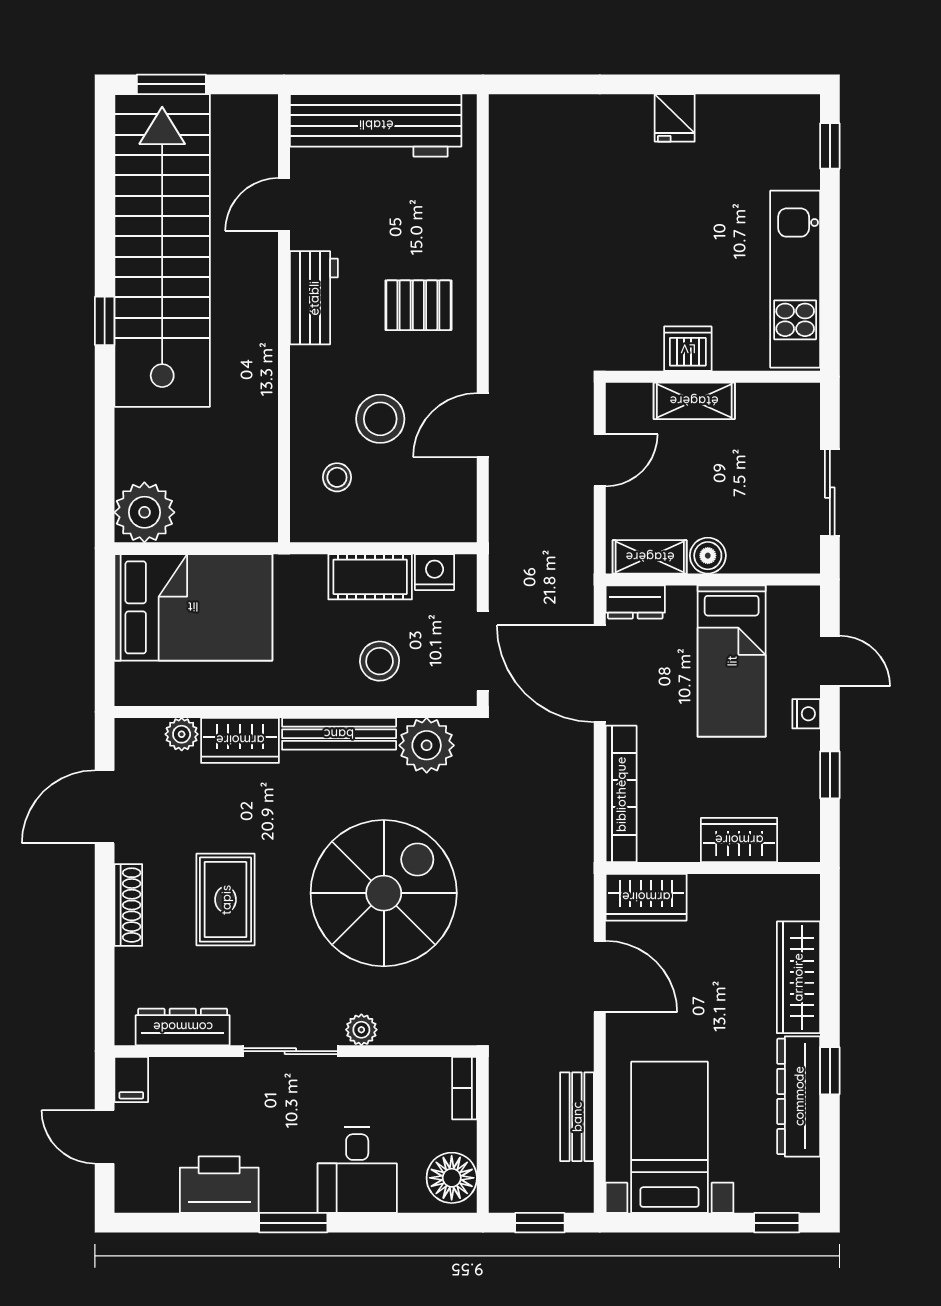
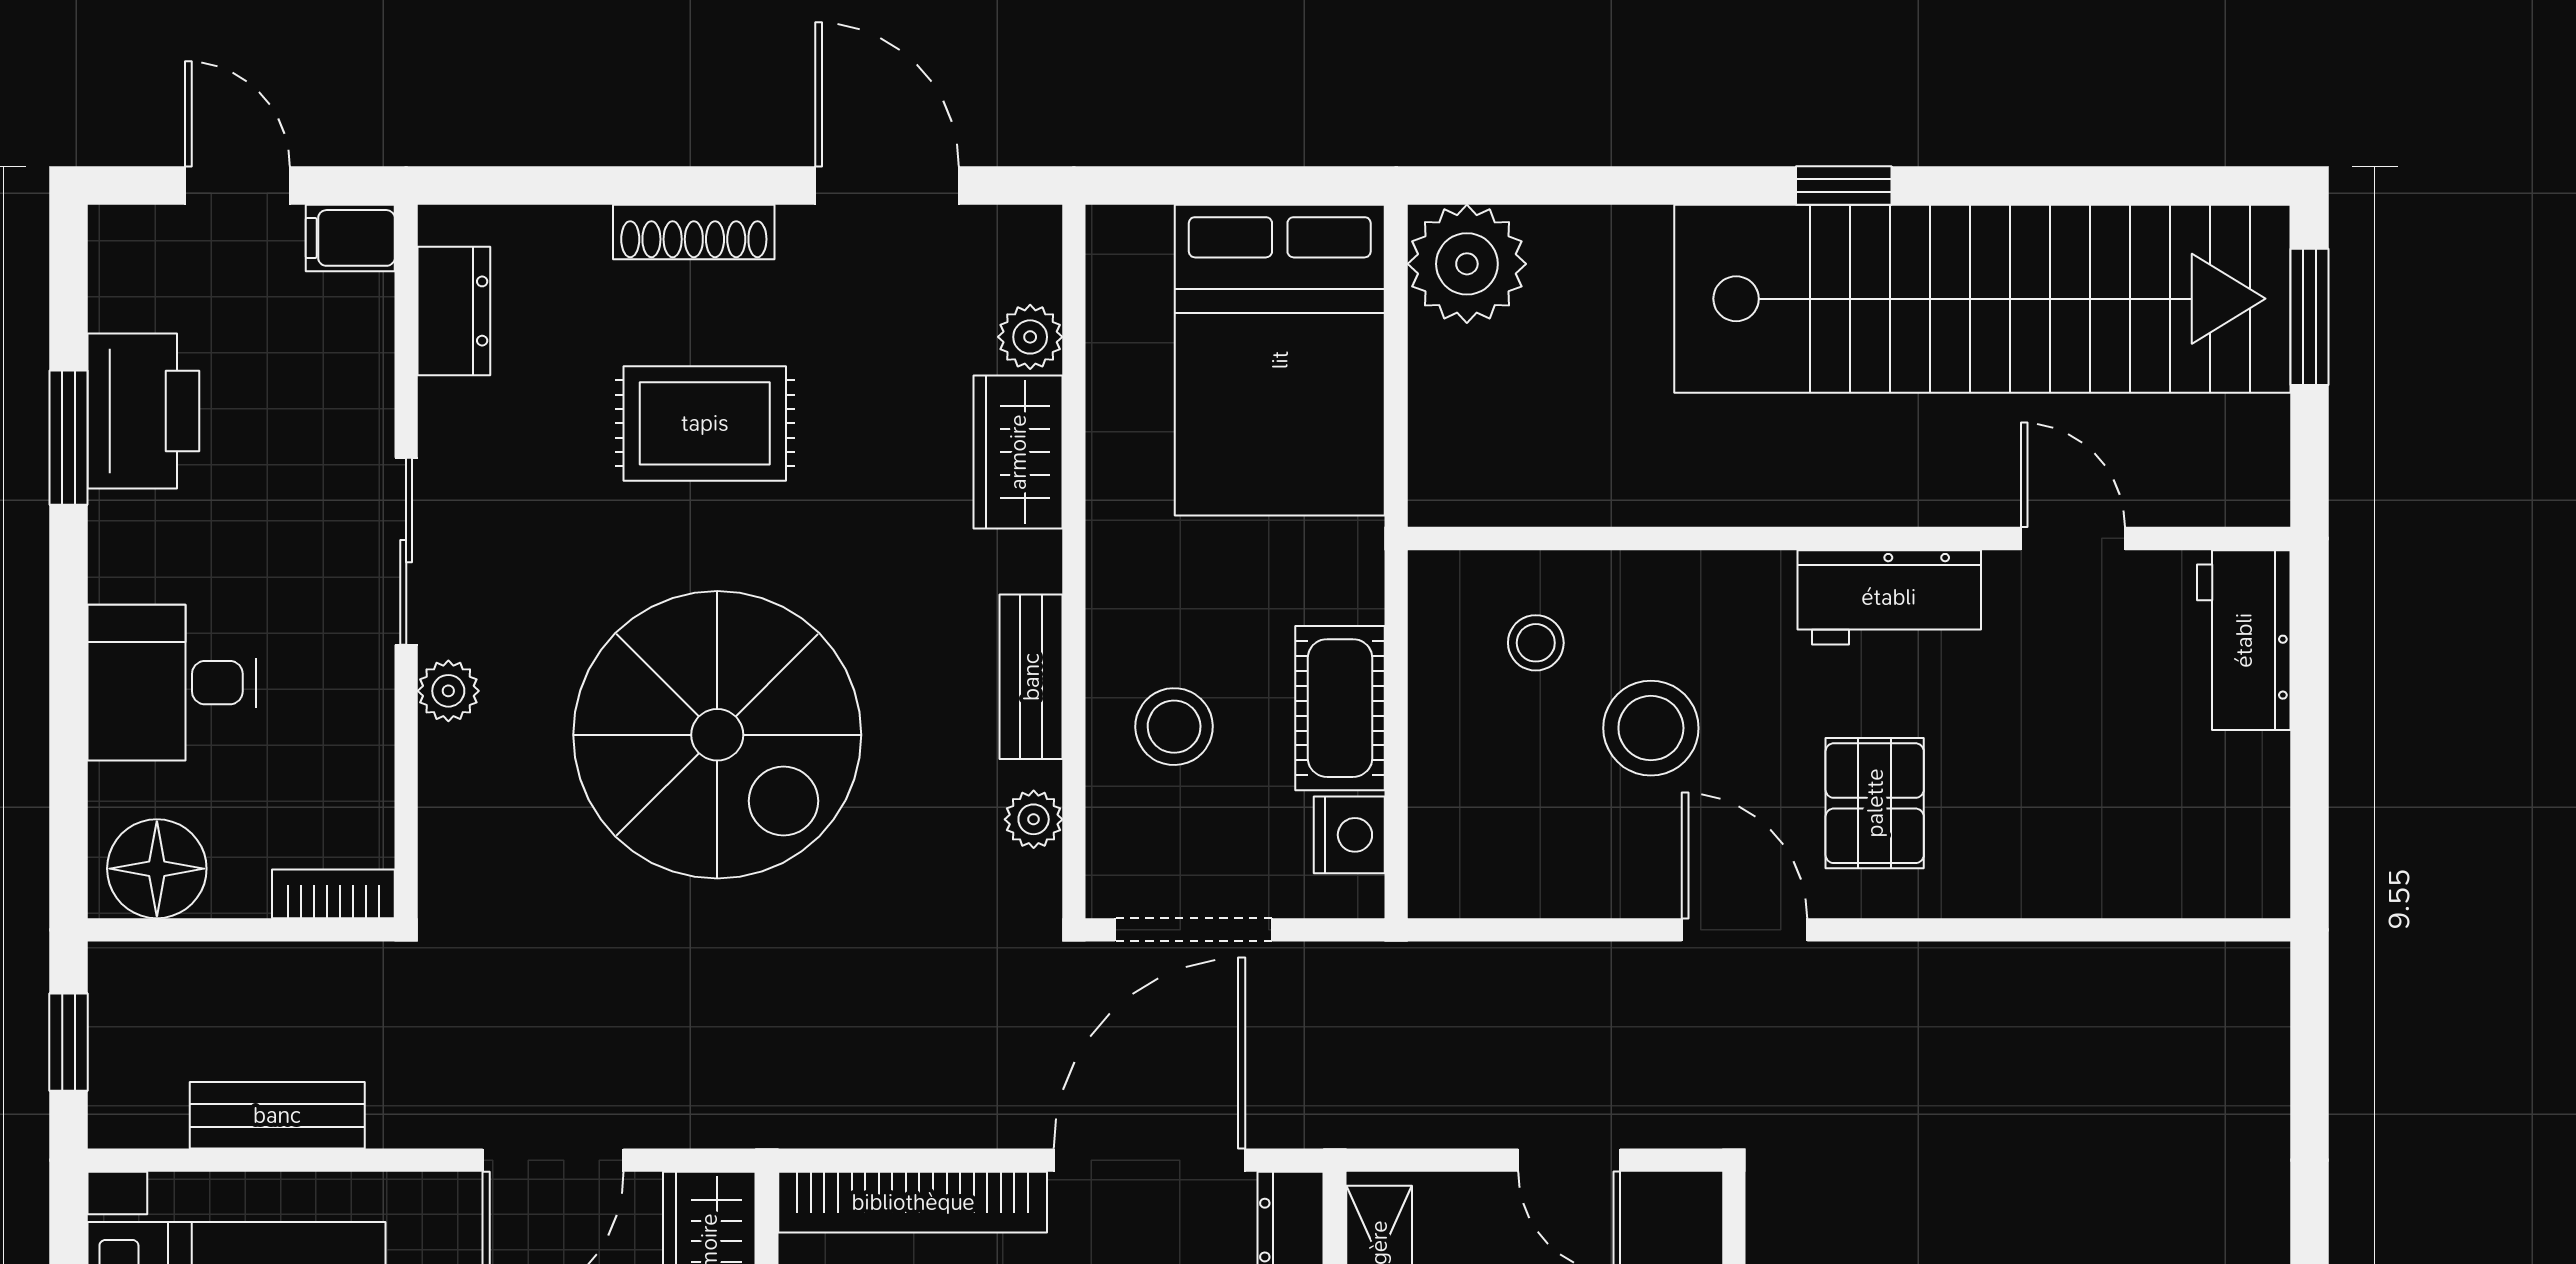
workbench: (376, 125) -> (2244, 640), width x0.53, depth x0.76
door: (483, 425) -> (1744, 930), moved
bench: (339, 734) -> (1031, 677), width x0.73
plant: (427, 745) -> (1034, 819), width x0.53, depth x0.53
dresser: (183, 1027) -> (454, 311), width x0.70
door: (105, 1137) -> (237, 185), hinge flipped
window: (293, 1223) -> (68, 438), moved

